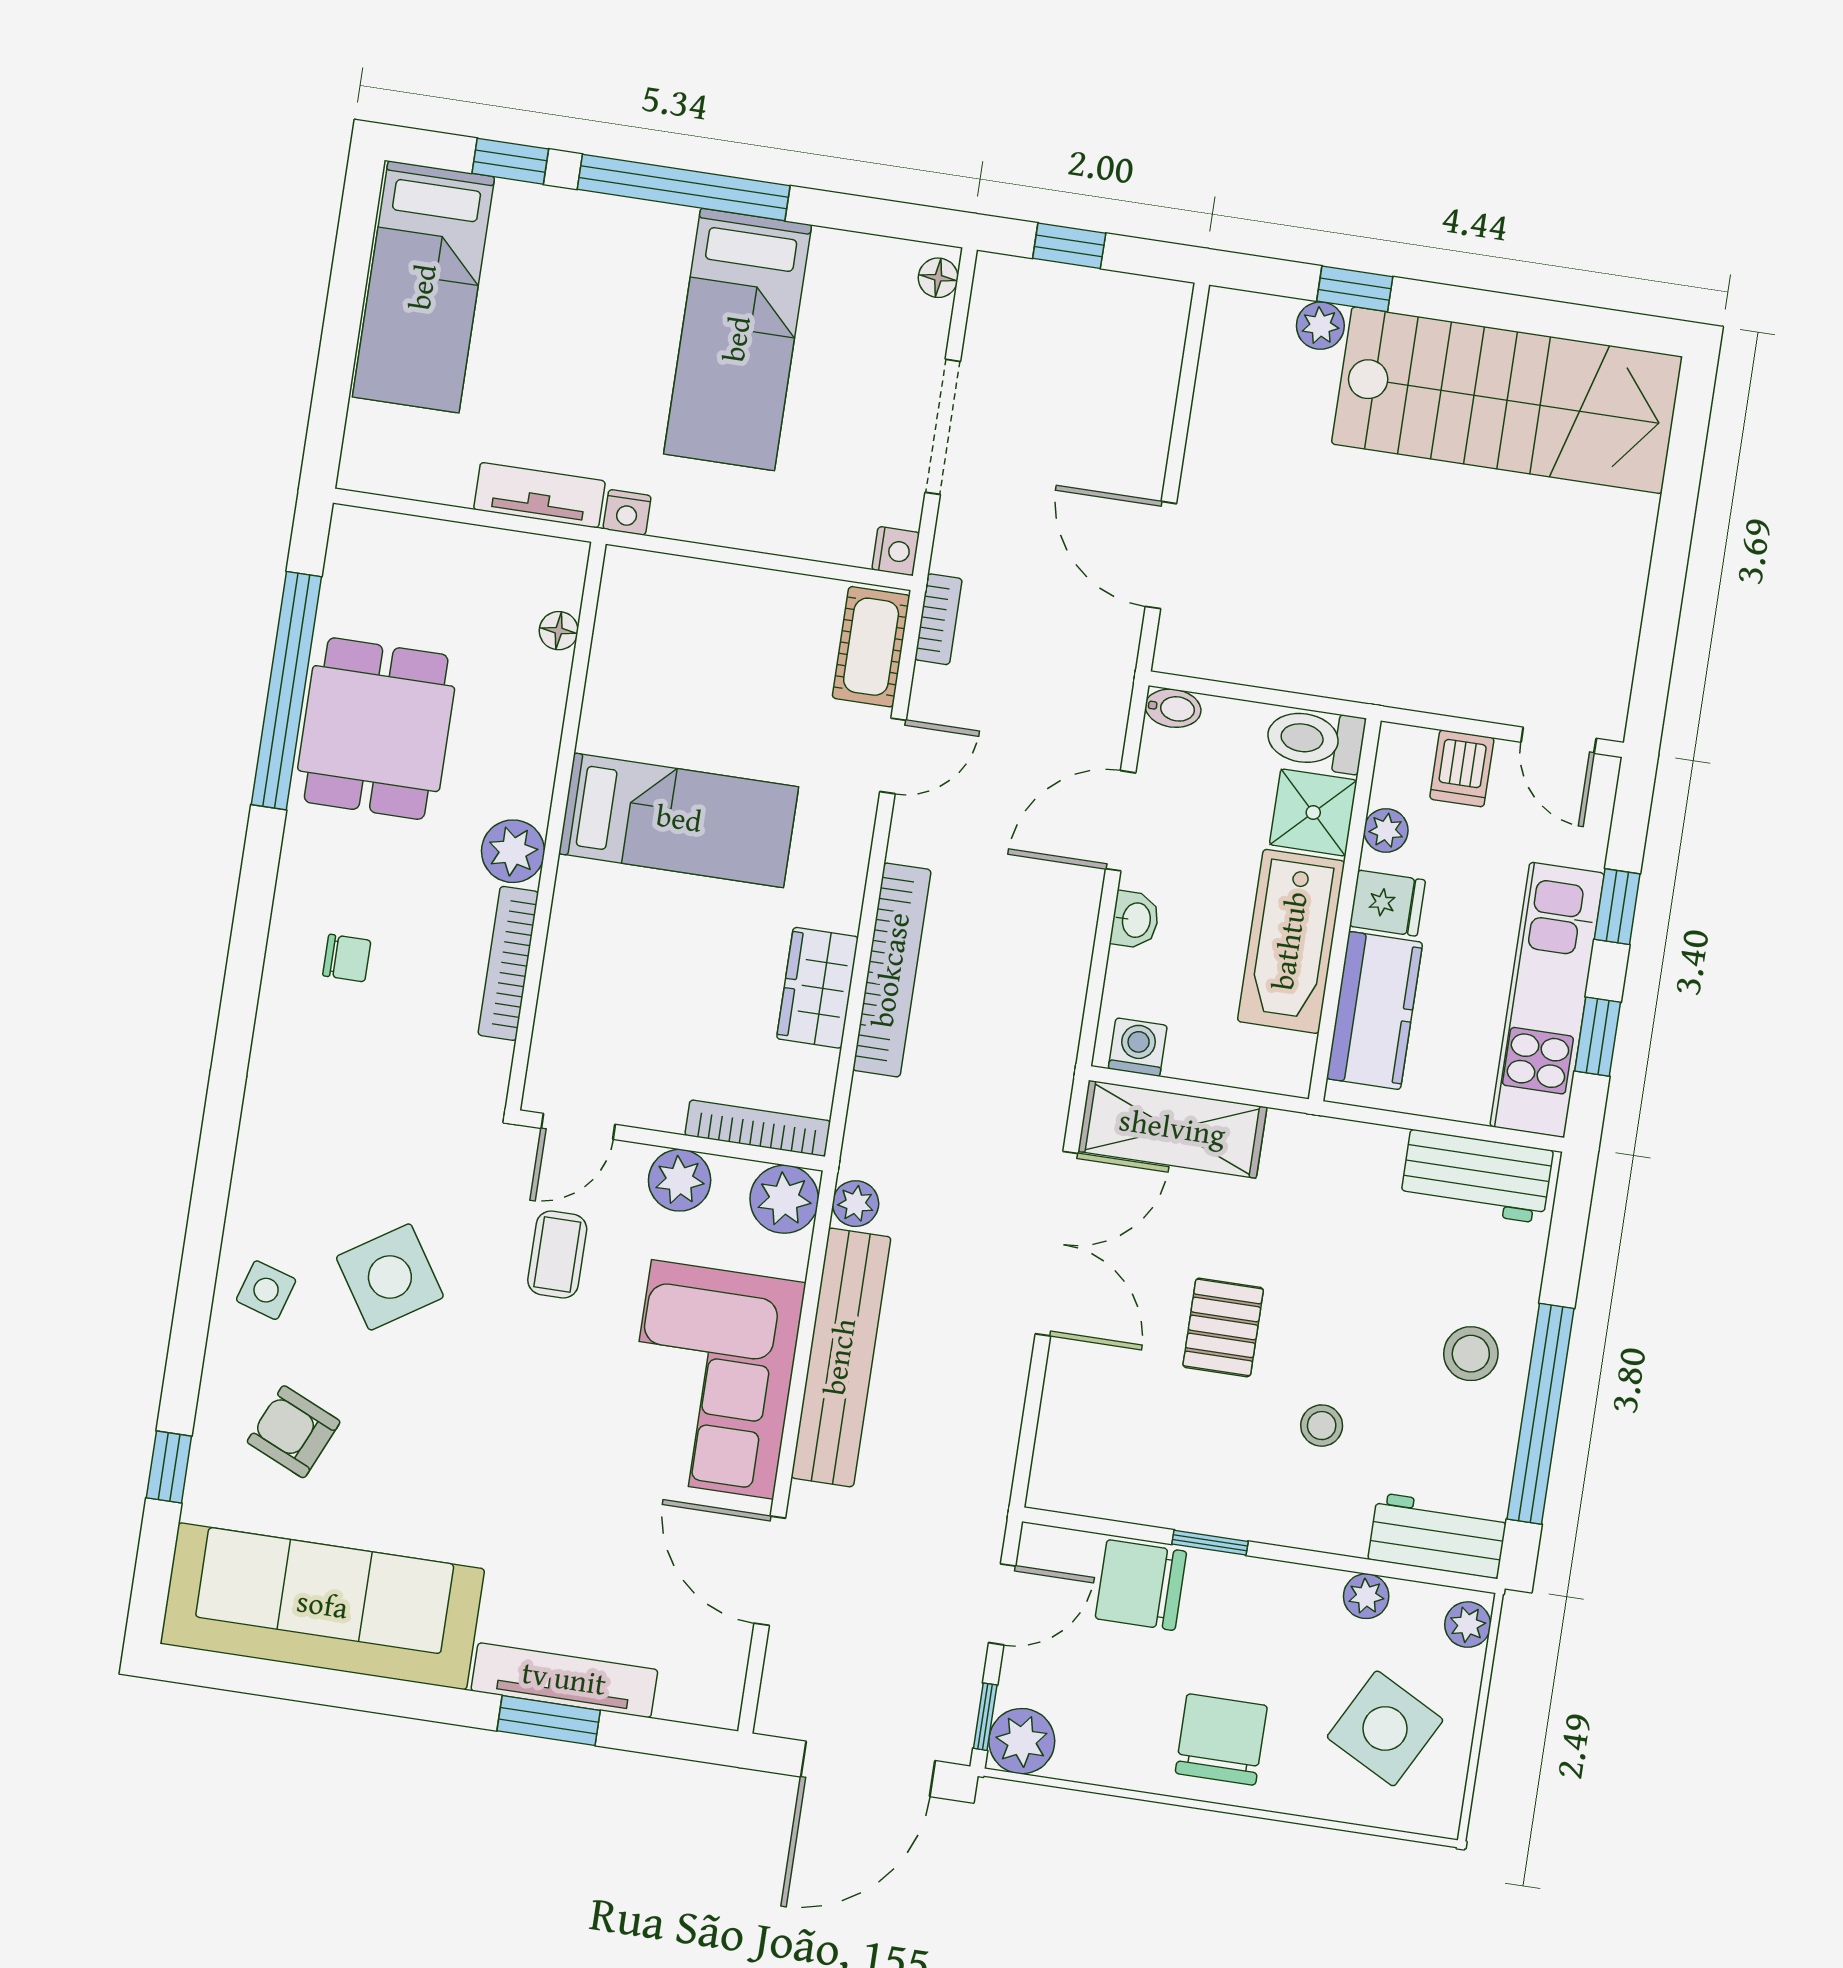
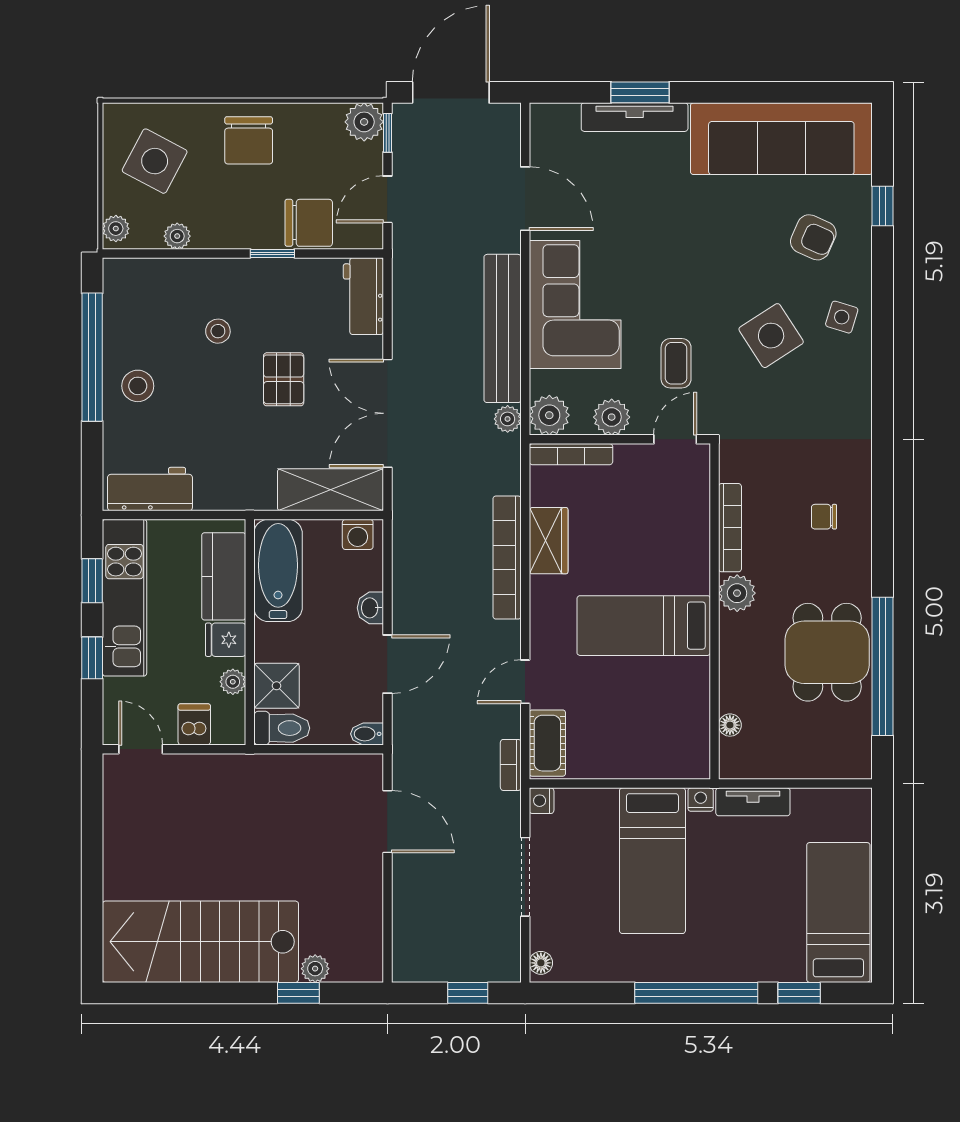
bed: (738, 339) -> (652, 861), moved, turned 180
bathtub: (1291, 941) -> (278, 570), moved
workbench: (1438, 1536) -> (363, 296), moved, turned 90

